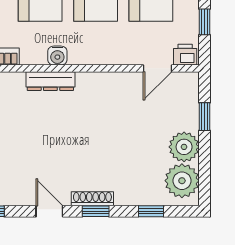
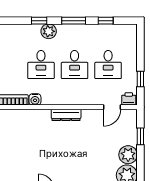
water cooler: (57, 56) -> (35, 99), moved
dresser: (50, 81) -> (66, 115), moved

